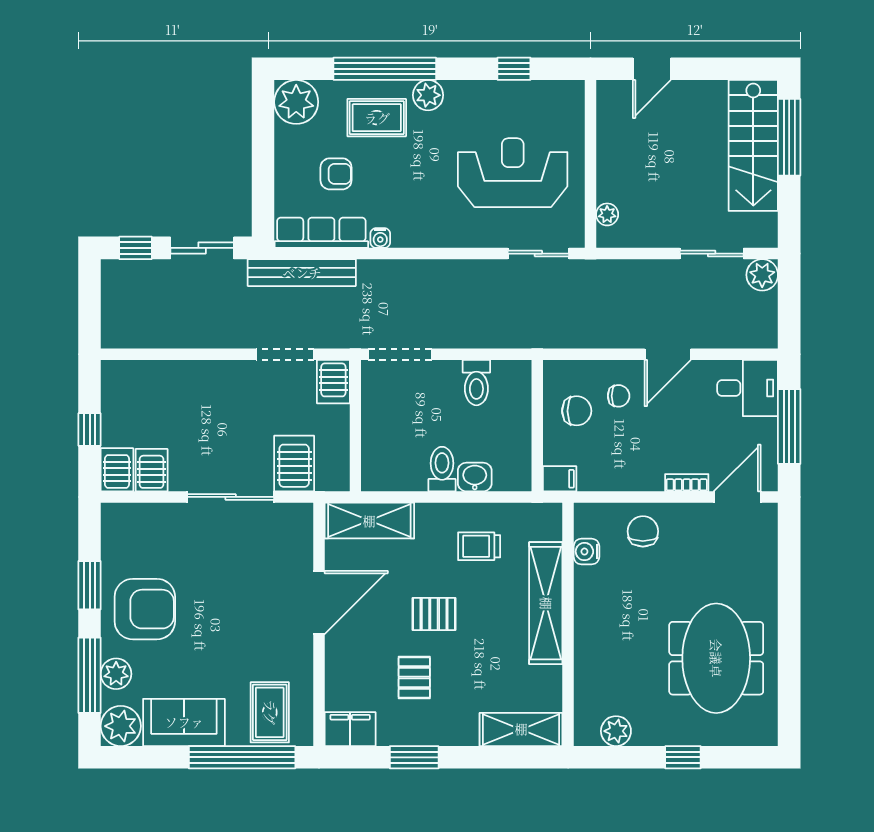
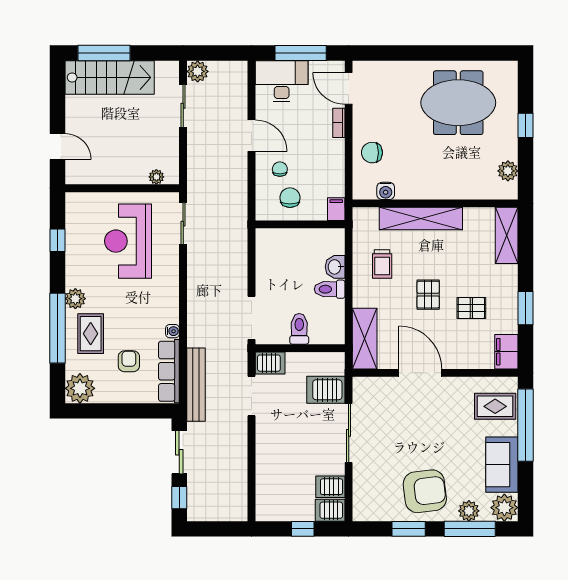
toilet: (476, 383) -> (299, 329), moved, turned -90
desk: (748, 388) -> (282, 81), width x1.37
armchair: (145, 609) -> (425, 491), turned 83

